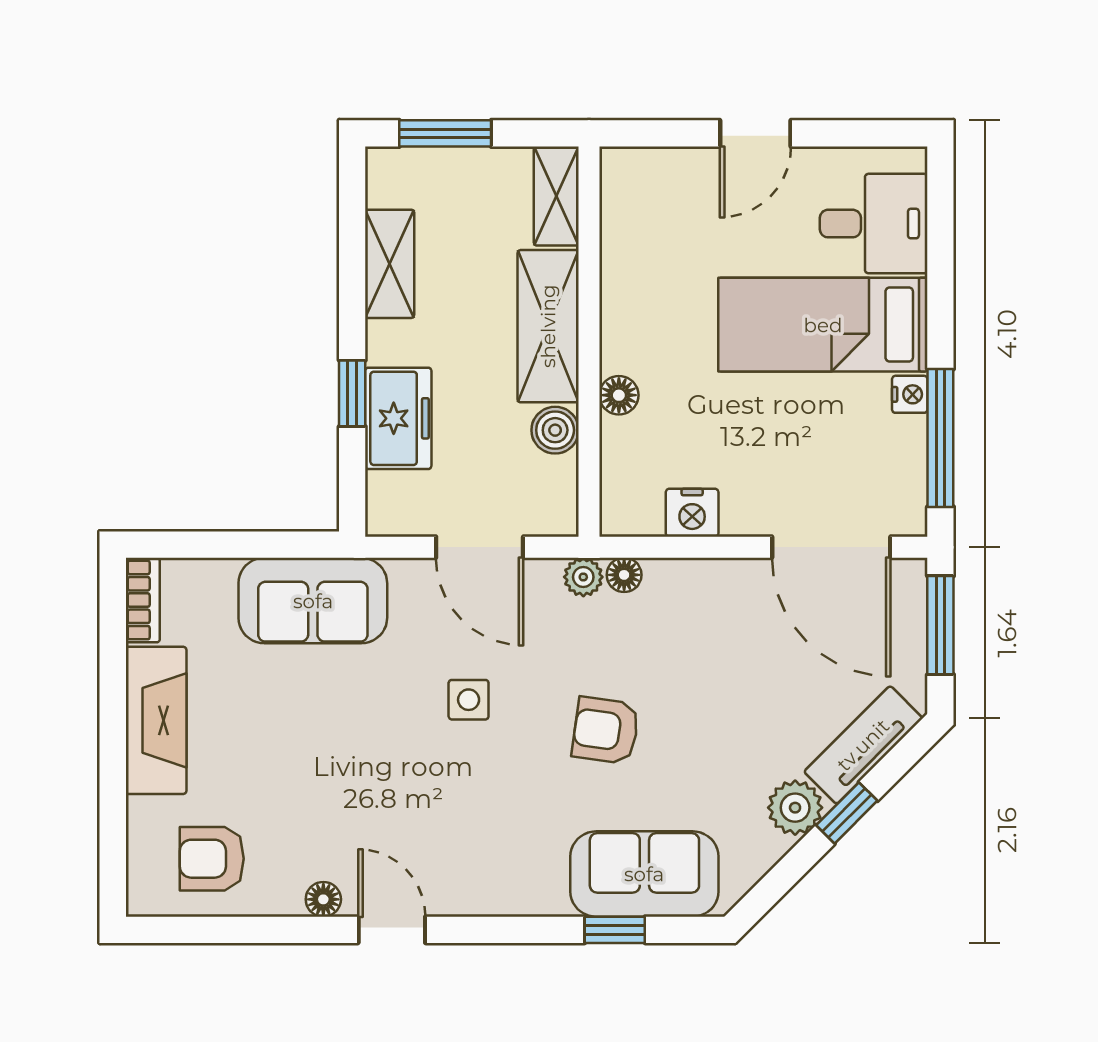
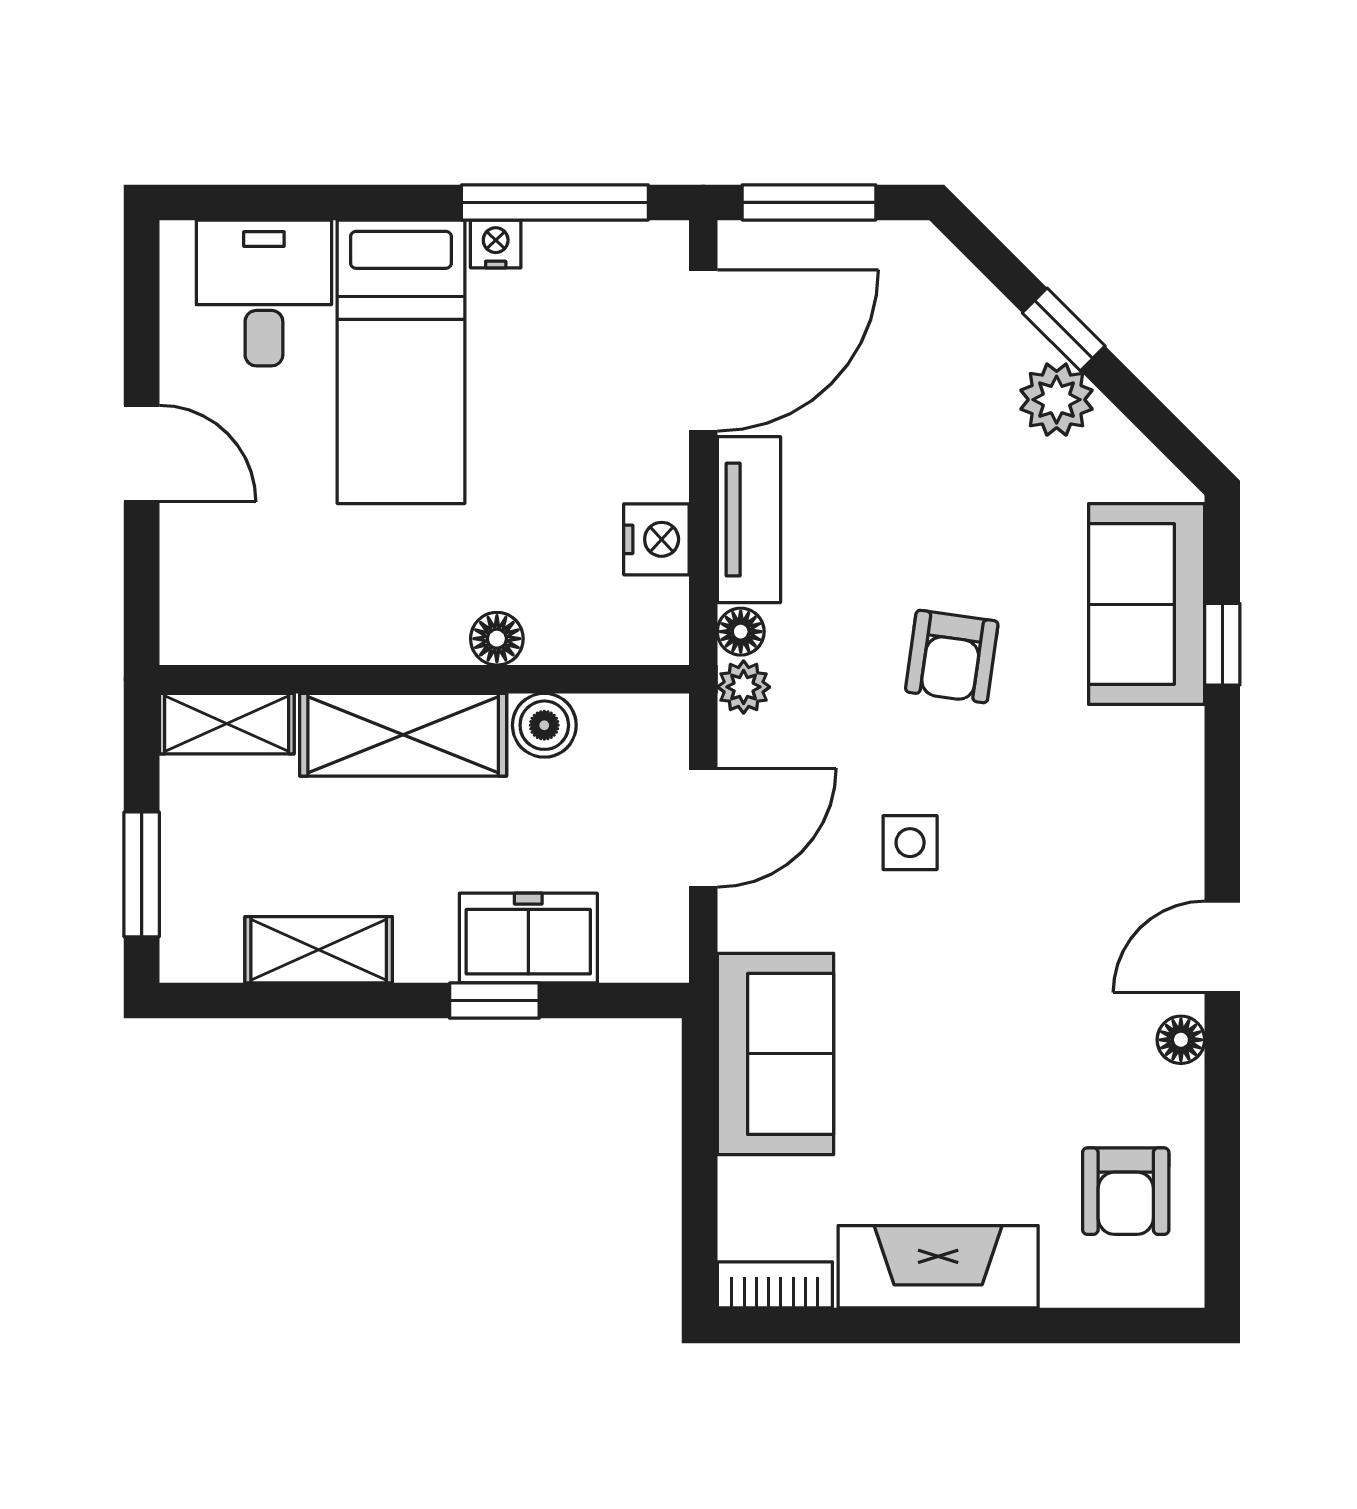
tv unit: (863, 745) -> (749, 520), moved, turned -135

